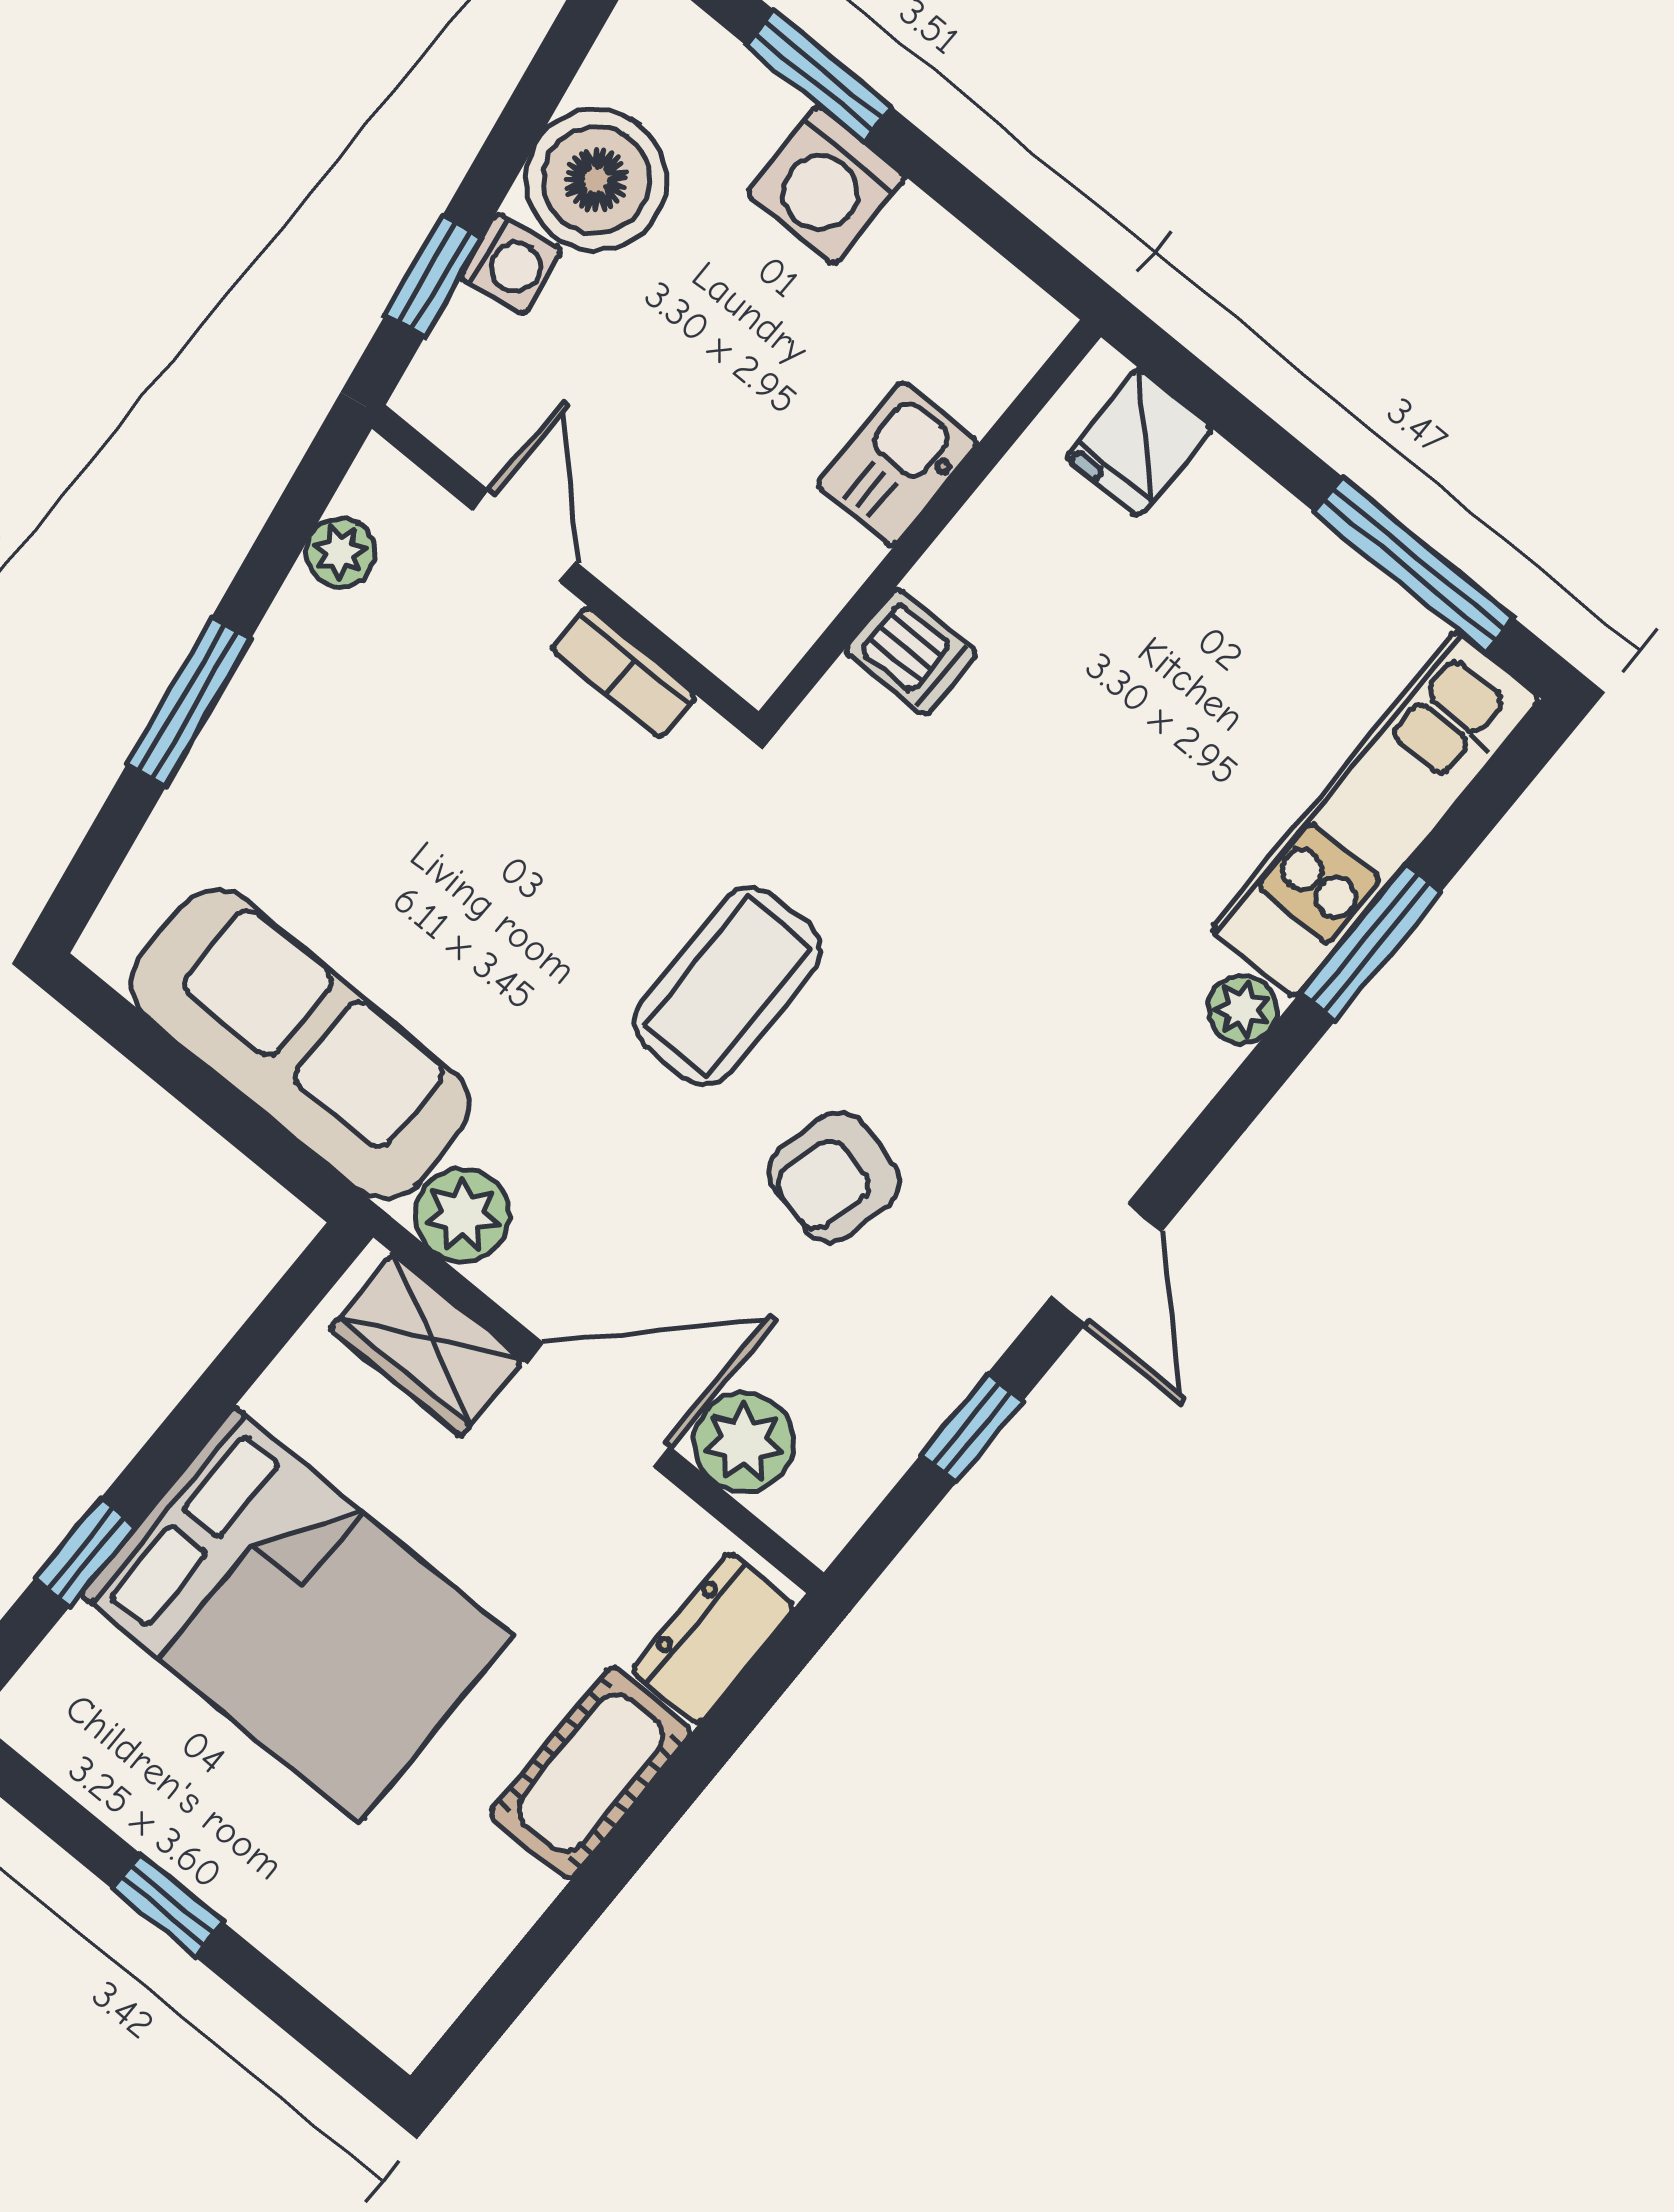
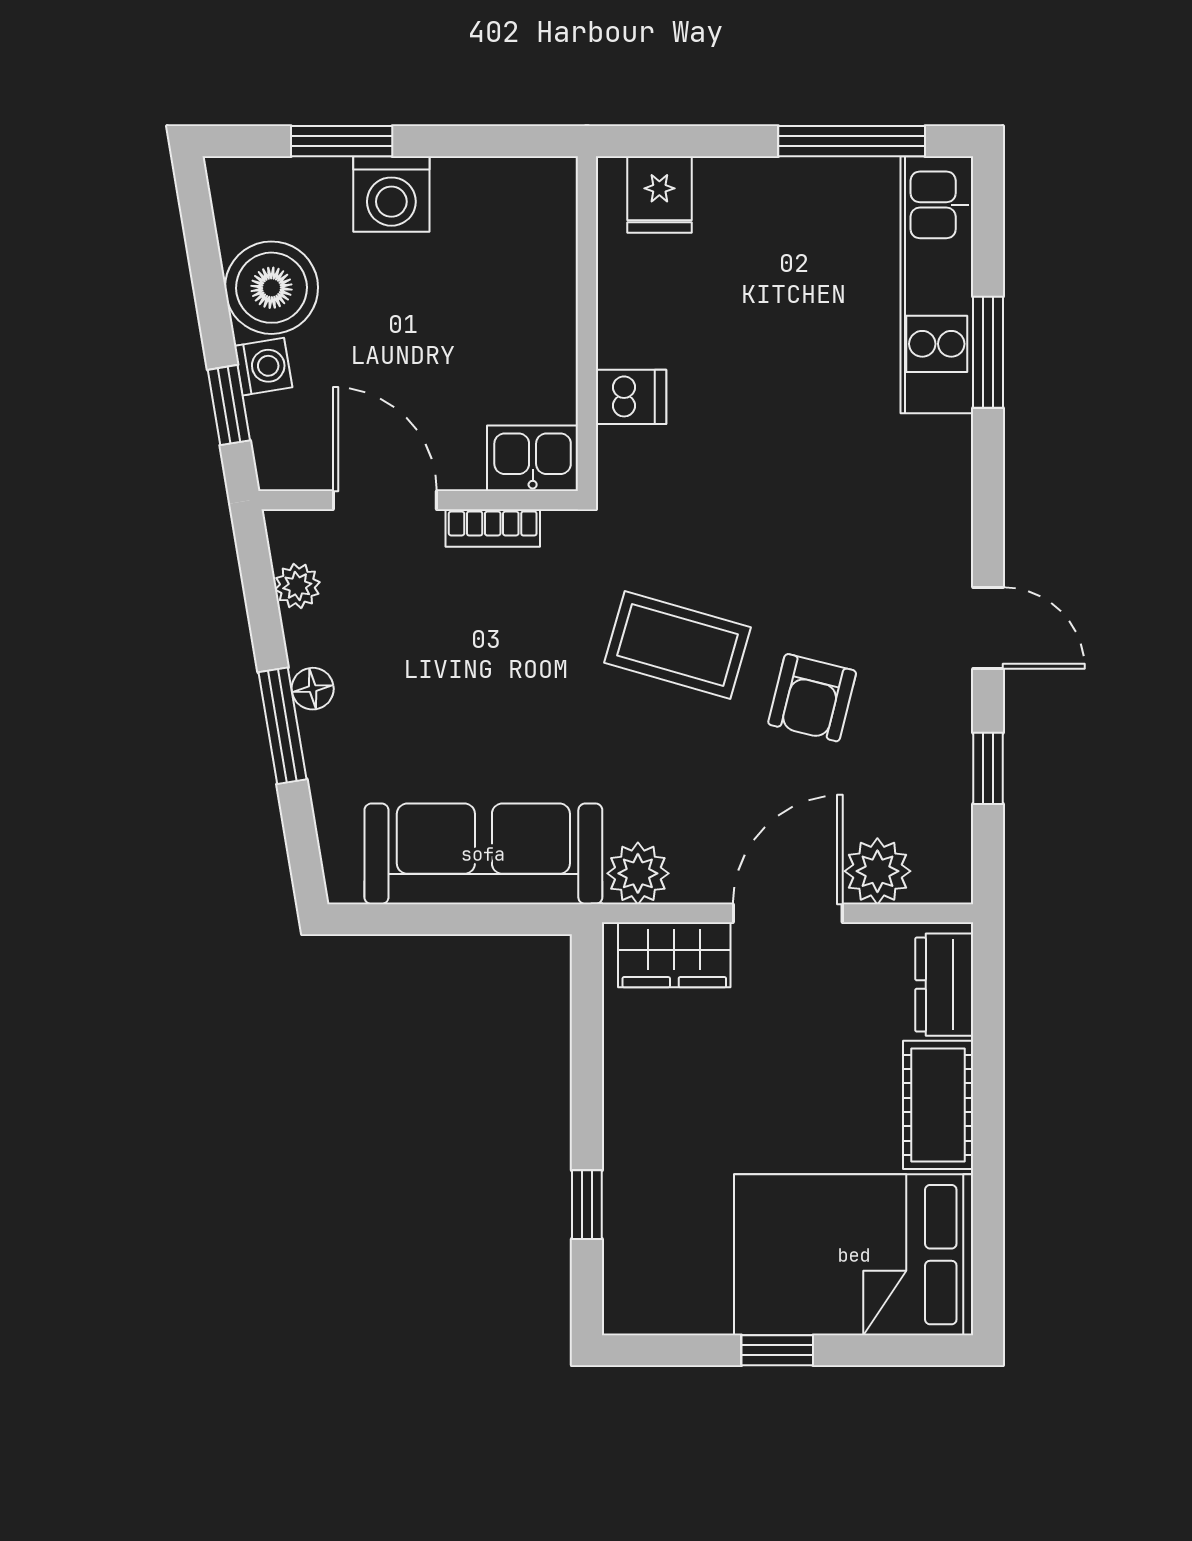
kitchen sink: (897, 464) -> (533, 458), moved, turned 90
door: (525, 537) -> (385, 500), width x1.38
floor lamp: (260, 687) -> (313, 689), added
coffee table: (728, 986) -> (678, 645), turned -74
plant: (1242, 1009) -> (950, 441), removed
bed: (297, 1615) -> (854, 1255), moved, turned 180

